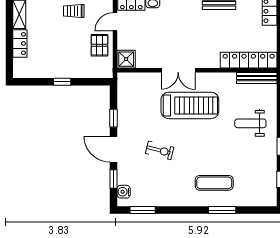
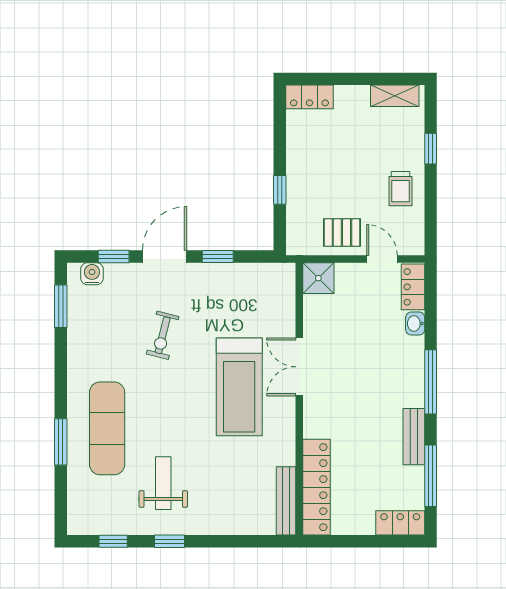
trolley: (74, 11) -> (400, 189), turned 180
locker: (20, 44) -> (309, 97), moved
window: (62, 82) -> (280, 190), moved
weight bench: (250, 123) -> (163, 483), moved
exercise mat: (214, 183) -> (107, 428), width x1.36, depth x1.45

